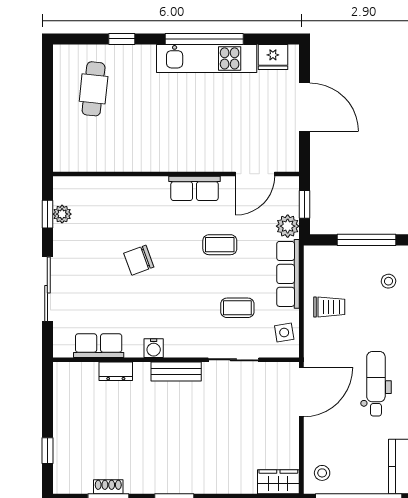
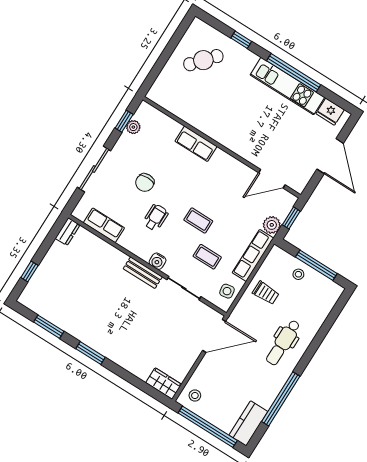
cafe table: (94, 89) -> (203, 60), turned 35
row of seats: (195, 188) -> (196, 144), moved
coffee table: (220, 245) -> (198, 221), moved
chair: (139, 260) -> (145, 183), moved, turned -70
stool: (388, 281) -> (298, 274), moved
wheelchair: (151, 300) -> (156, 217), added
water cooler: (154, 348) -> (158, 261), moved
dresser: (116, 371) -> (68, 232), moved, turned -90
dental chair: (376, 384) -> (283, 342), moved, turned 180
shoe rack: (108, 487) -> (54, 319), removed

